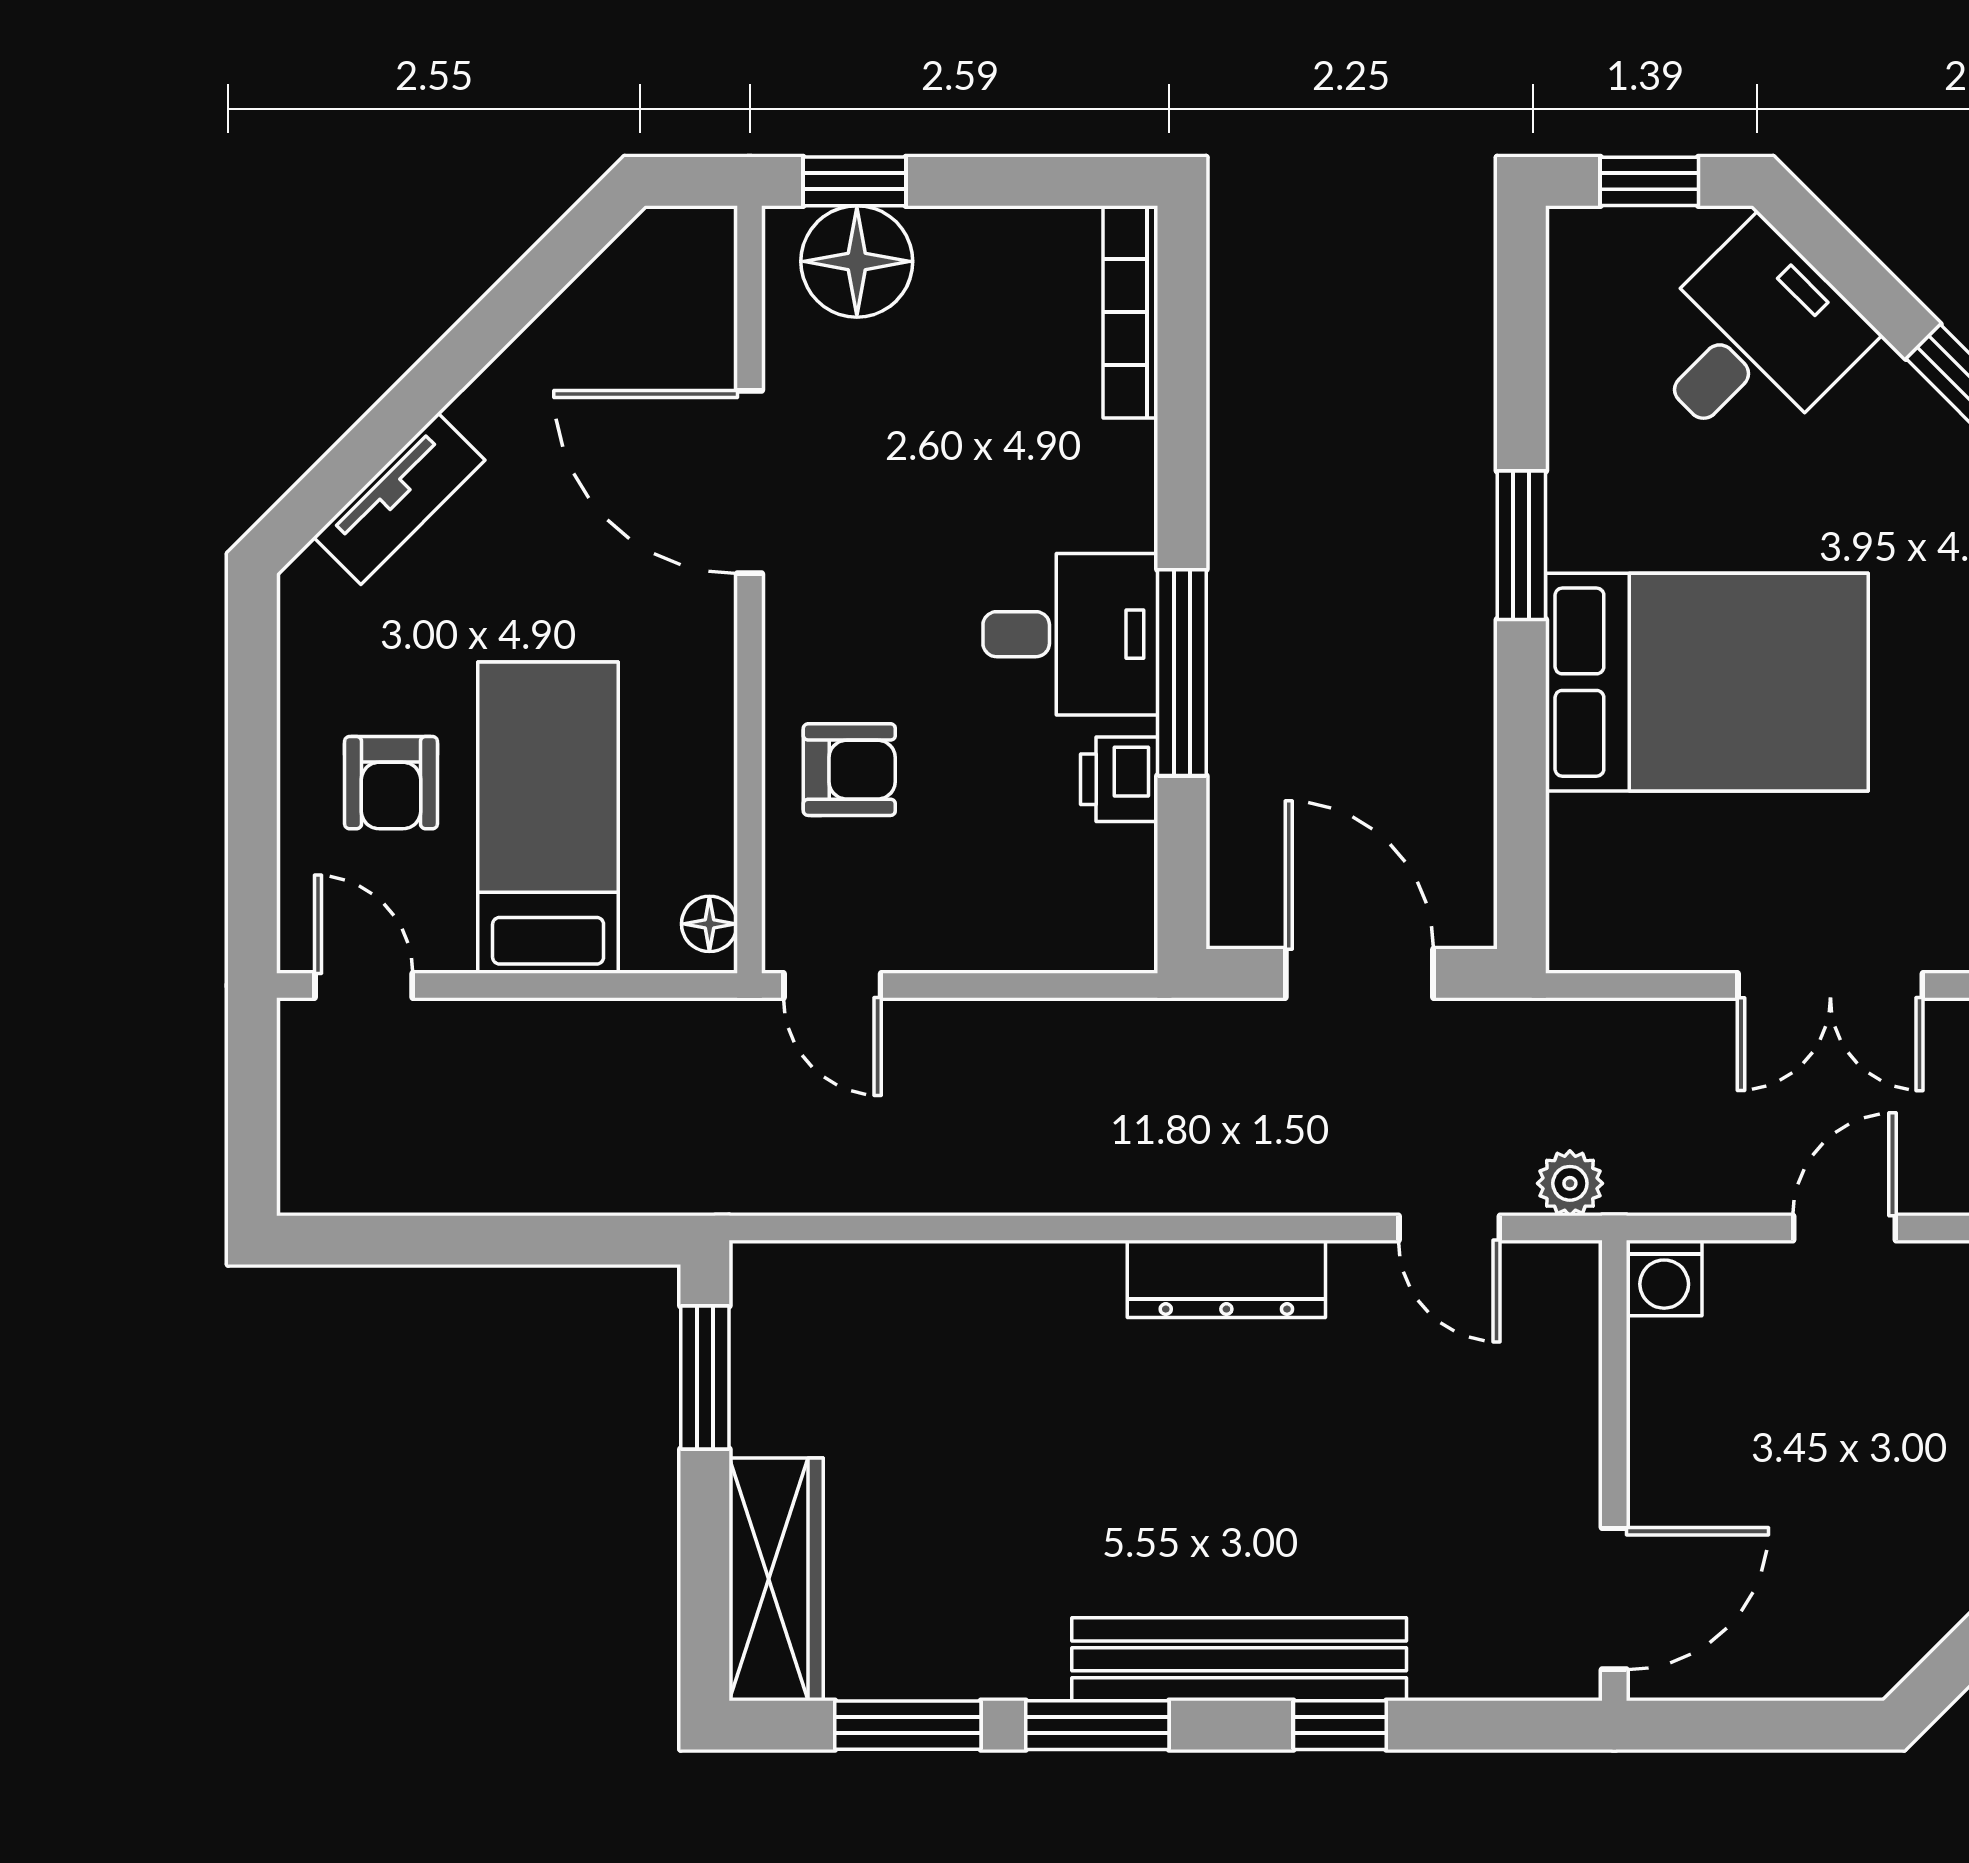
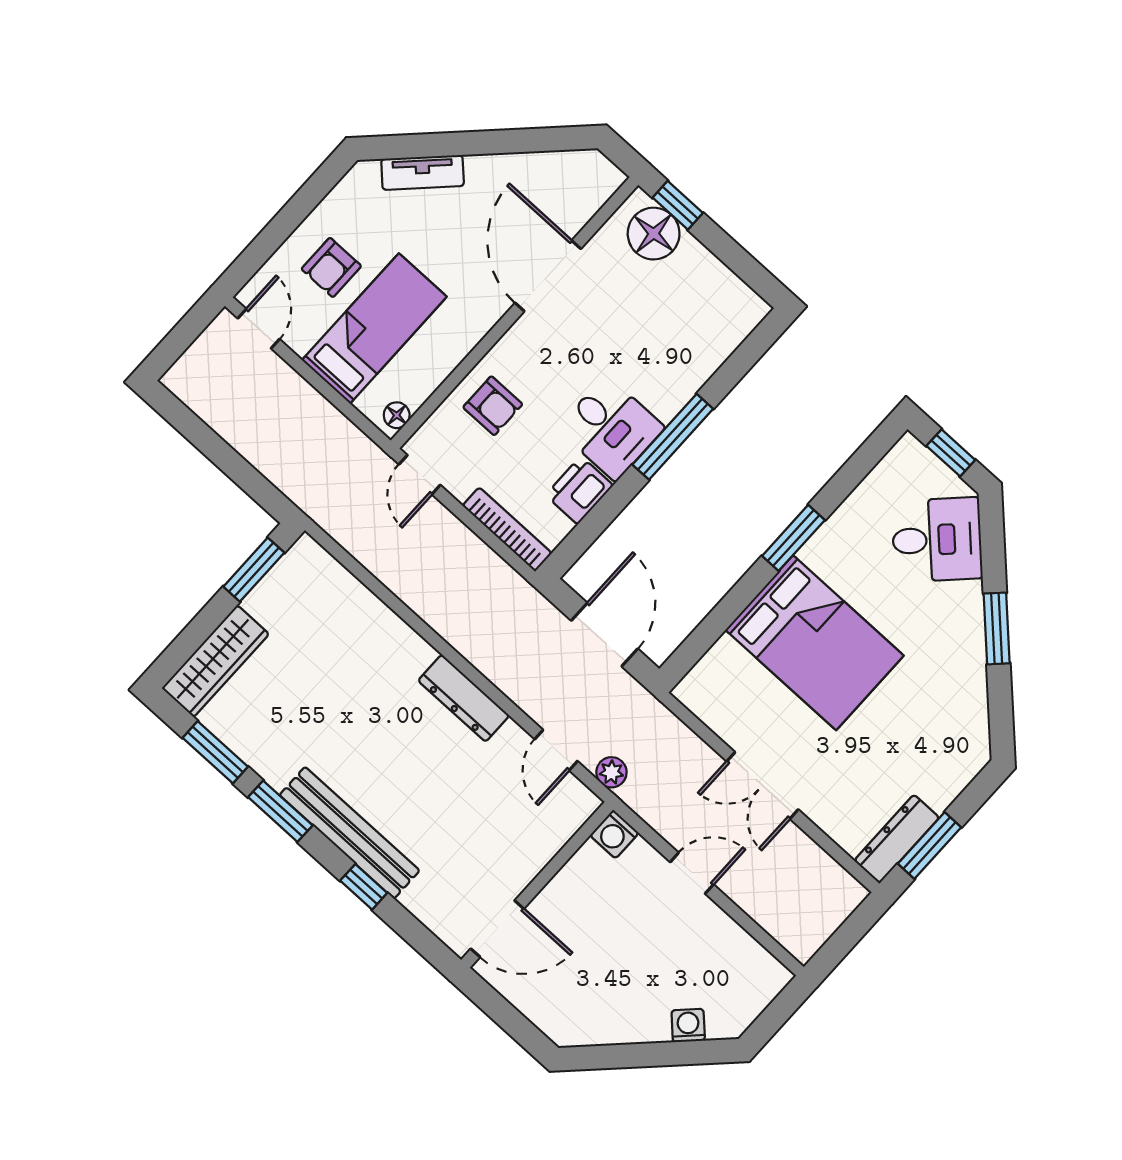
bookcase: (1130, 312) -> (507, 529), moved, turned 90
window: (1182, 673) -> (673, 437), moved
printer: (1119, 779) -> (579, 490), width x1.36, depth x1.24

